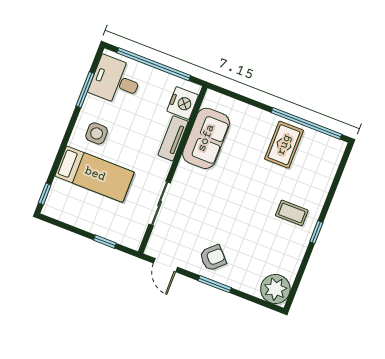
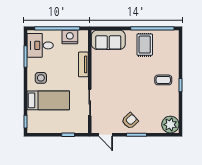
nightstand: (183, 103) -> (70, 37), moved, turned -90
sofa: (206, 138) -> (108, 40), moved, turned 90

